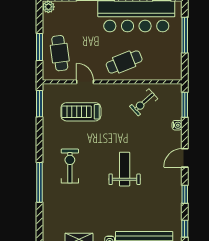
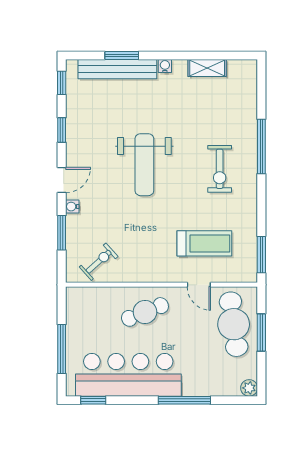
cafe table: (60, 53) -> (234, 324), width x1.37, depth x1.35
exercise bike: (144, 102) -> (99, 262), moved
window: (185, 105) -> (62, 233), moved
water cooler: (177, 125) -> (72, 207), moved
weight bench: (125, 169) -> (144, 165), width x1.36, depth x1.33

